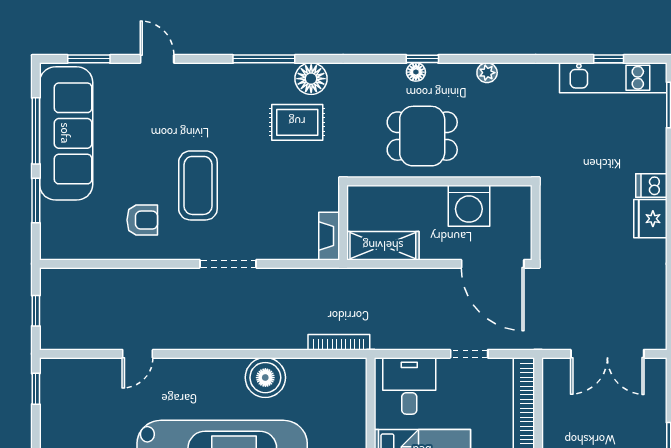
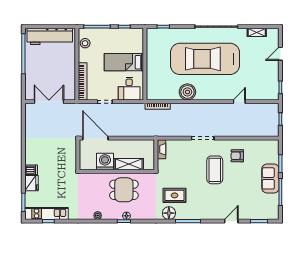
door: (157, 59) -> (231, 221), swing flipped
sofa: (66, 133) -> (270, 178), width x0.54, depth x0.79
fridge: (650, 219) -> (31, 183), moved
shelving: (383, 246) -> (129, 164), moved

